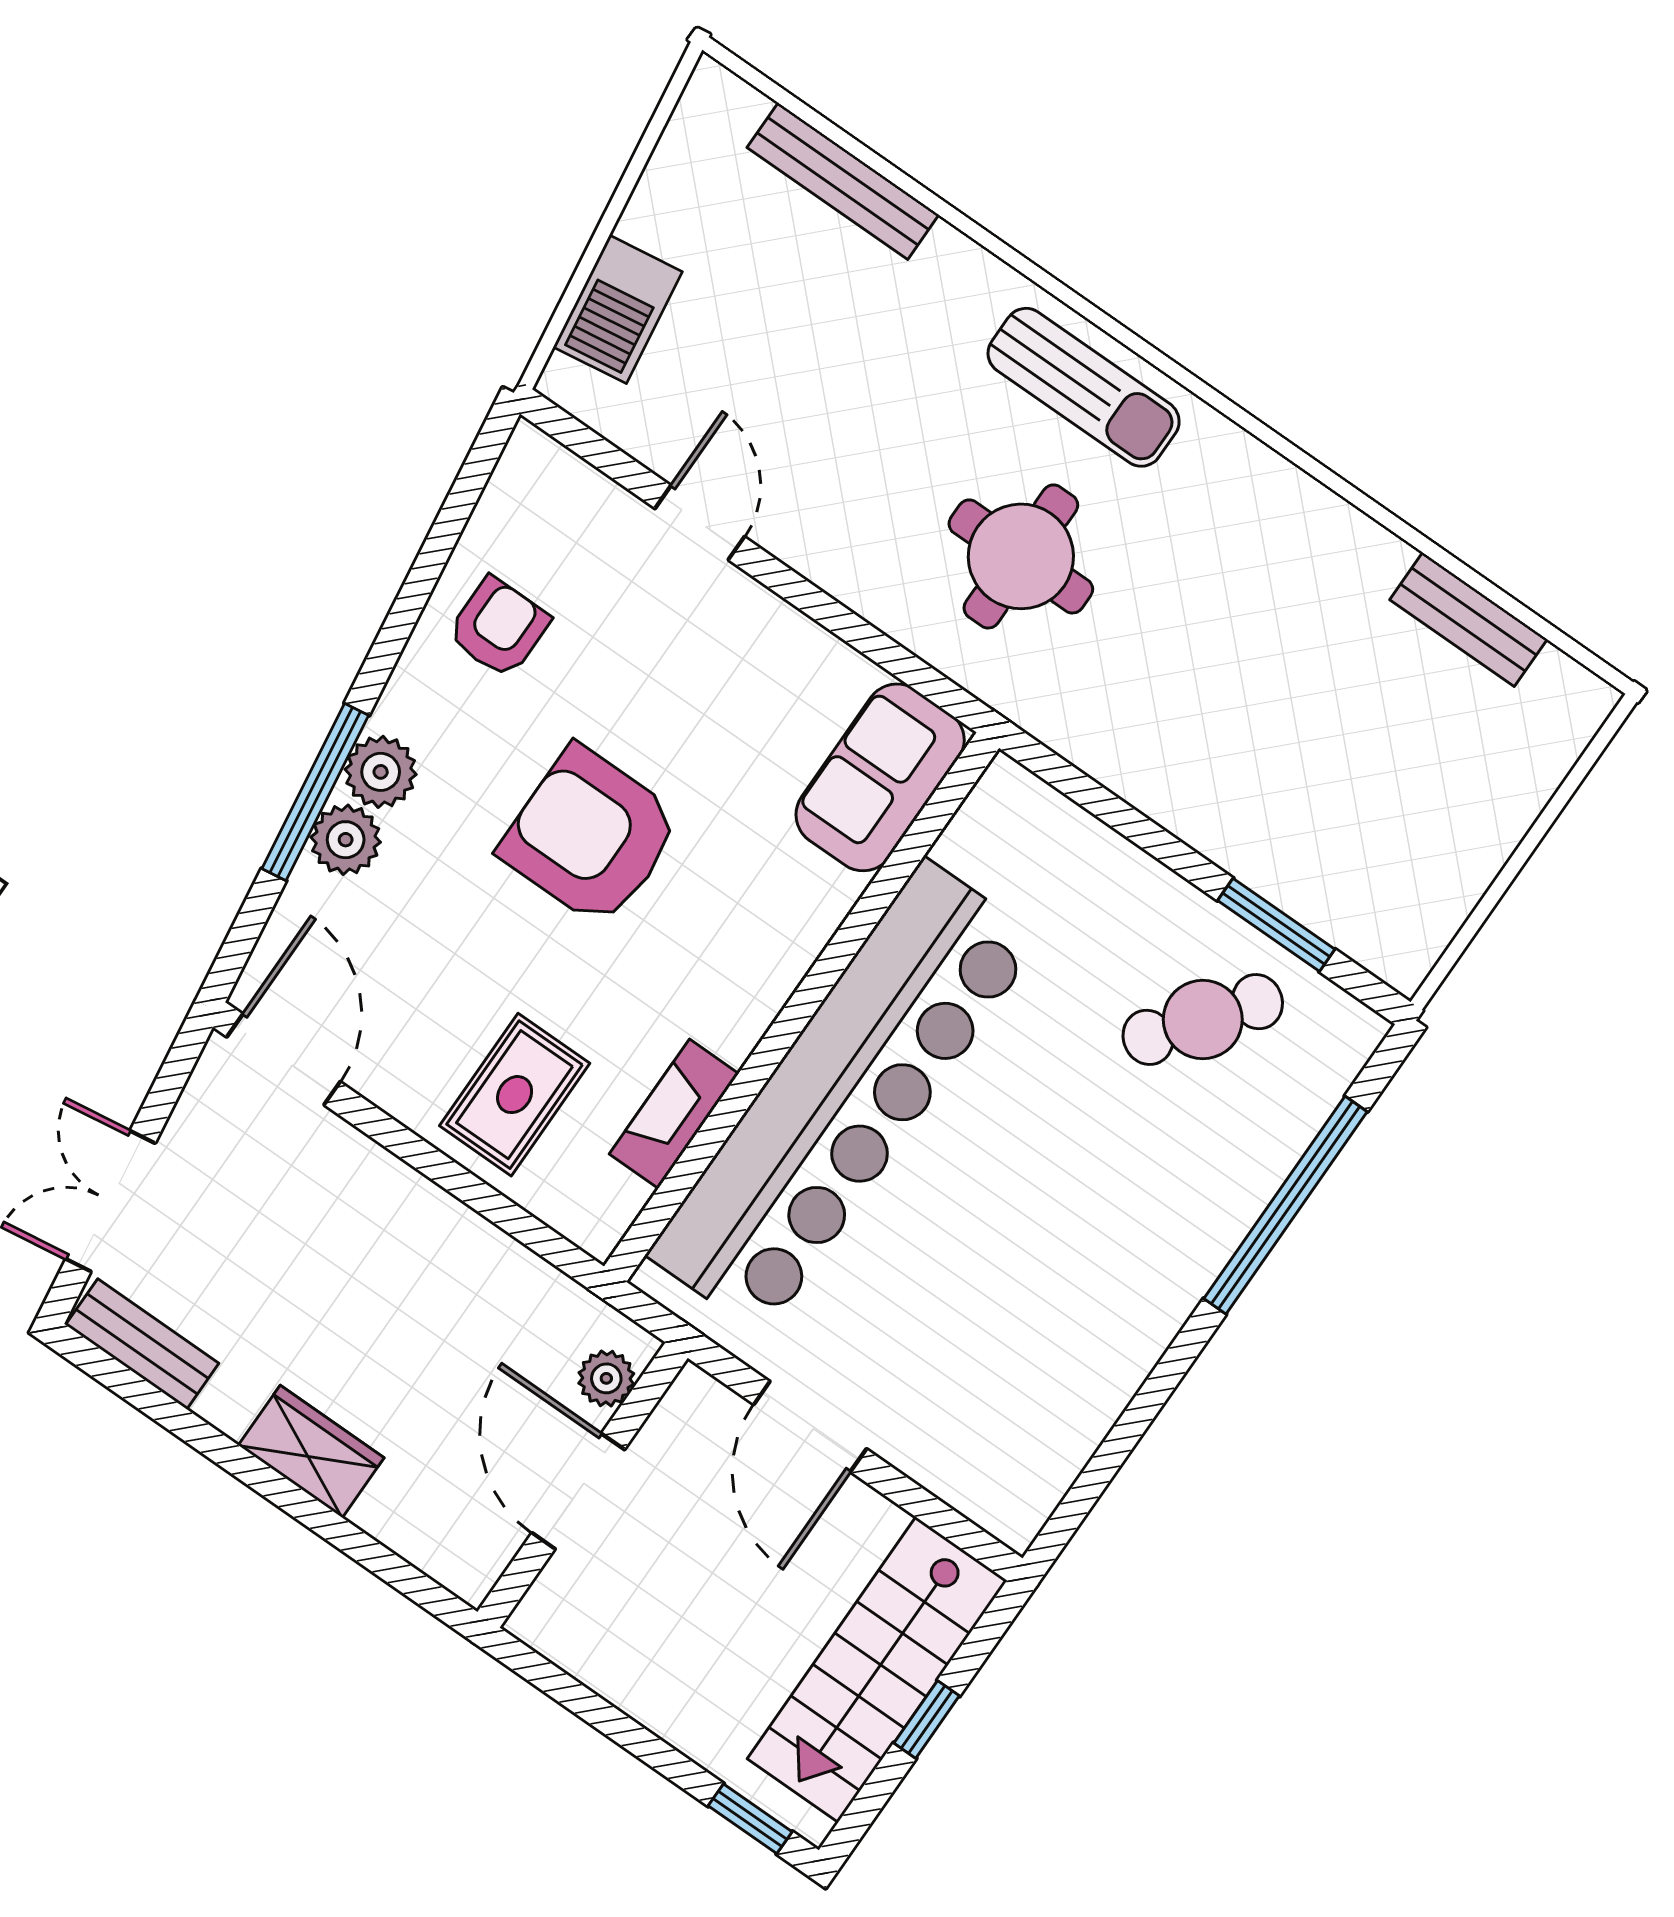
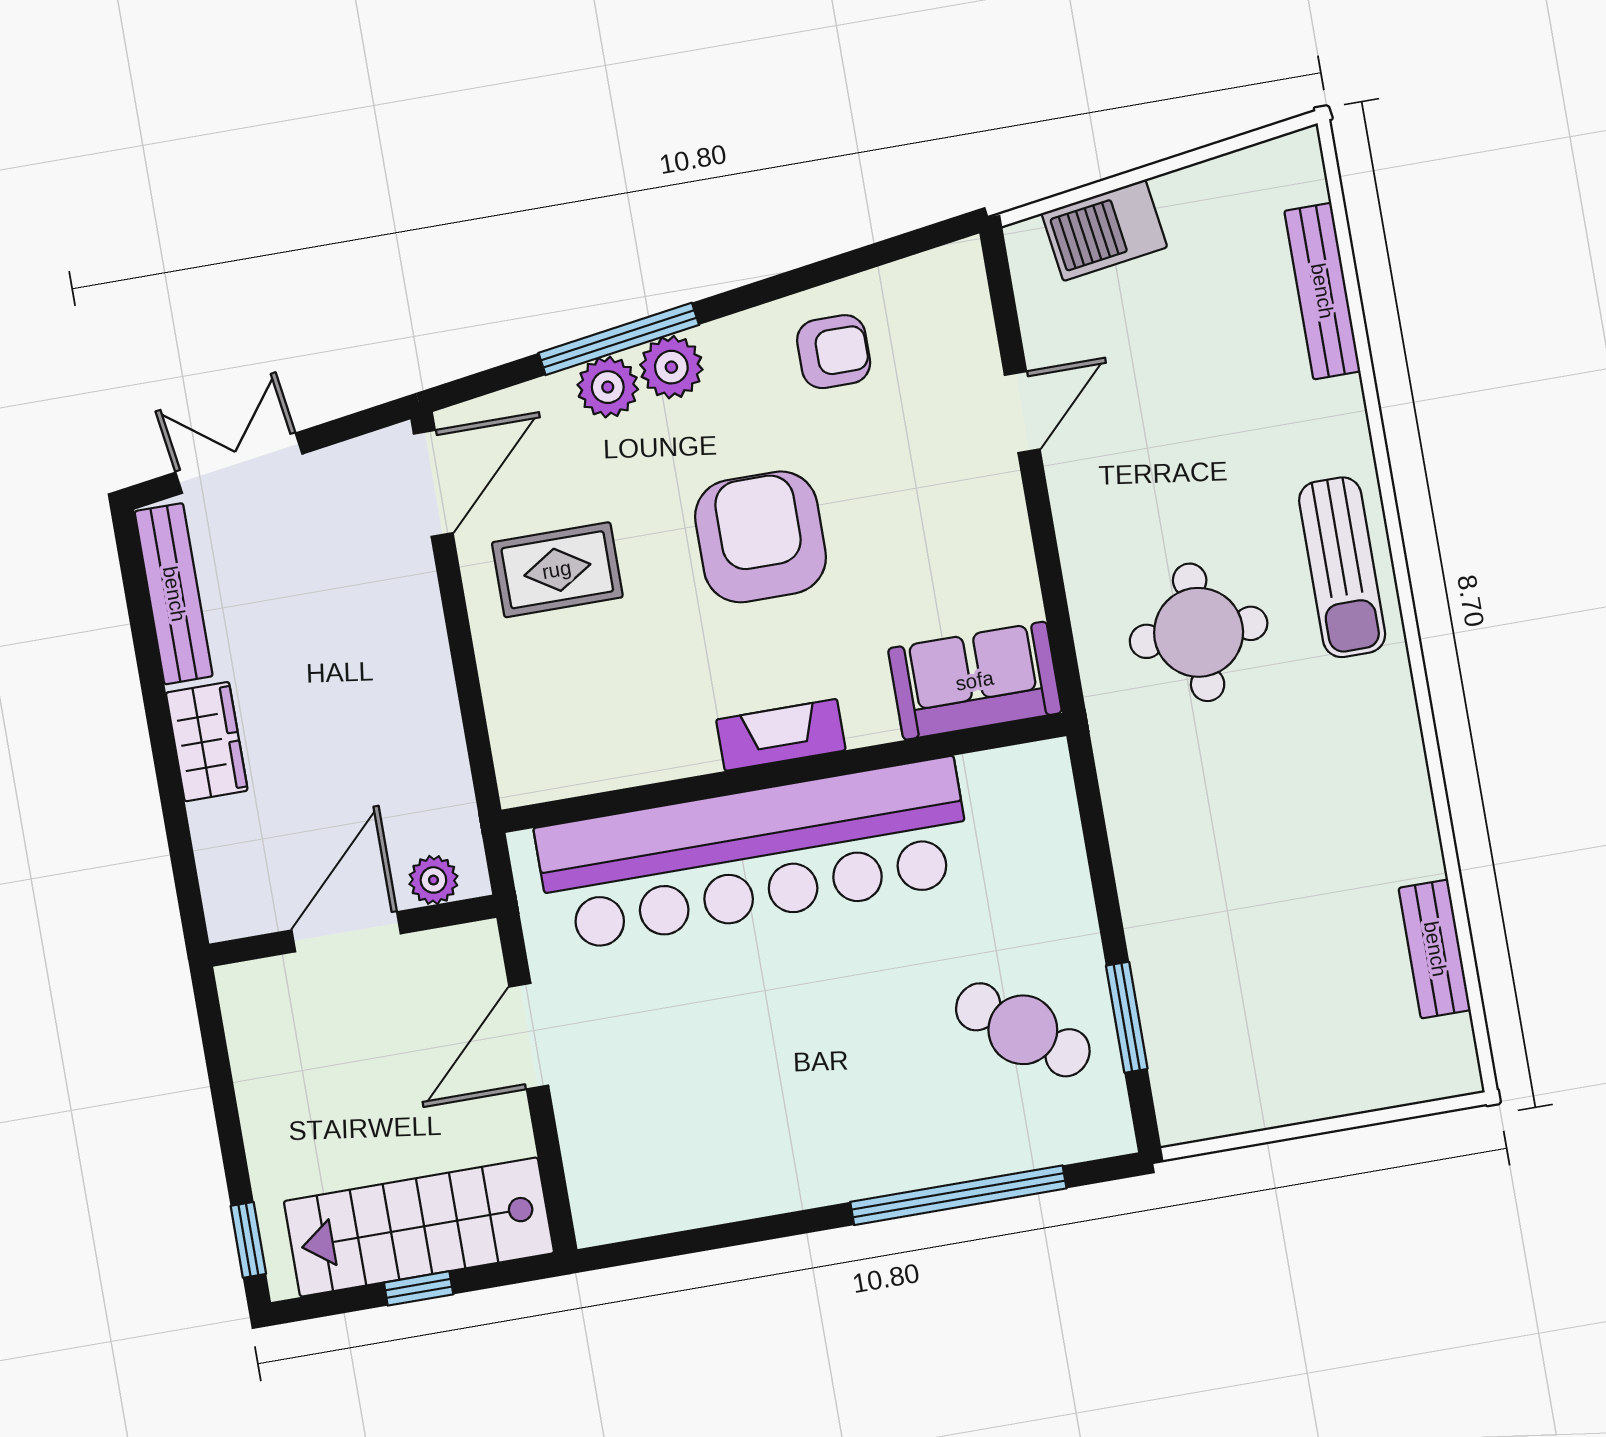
rug: (515, 1095) -> (557, 570), moved
fireplace: (674, 1114) -> (781, 735), moved
bench: (142, 1344) -> (174, 594), width x1.36

